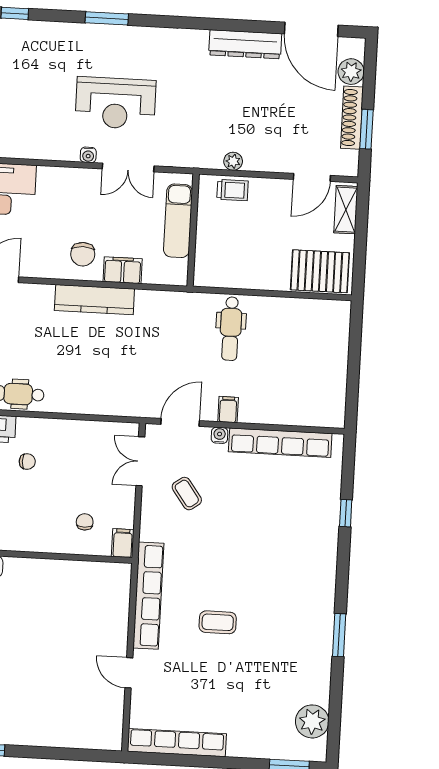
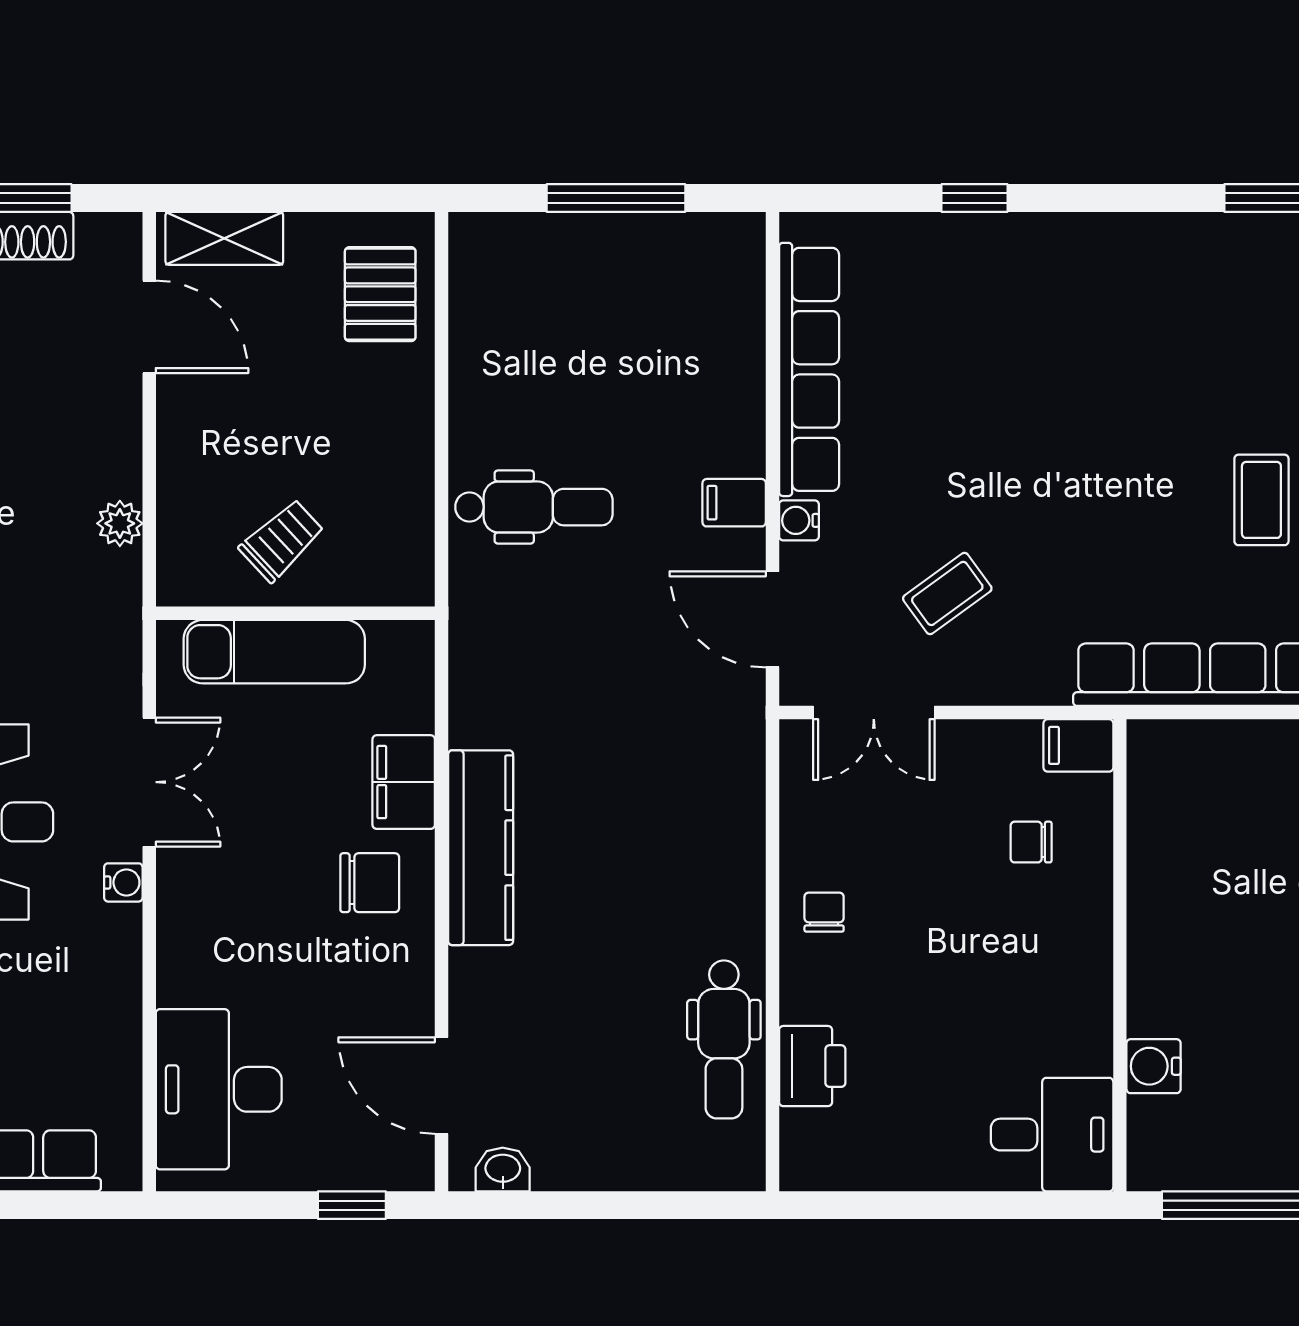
trolley: (232, 190) -> (282, 540), moved, turned 47
pallet: (320, 271) -> (380, 294), width x0.67, depth x0.71
window: (354, 369) -> (616, 198), added
chair: (27, 462) -> (824, 912), moved

